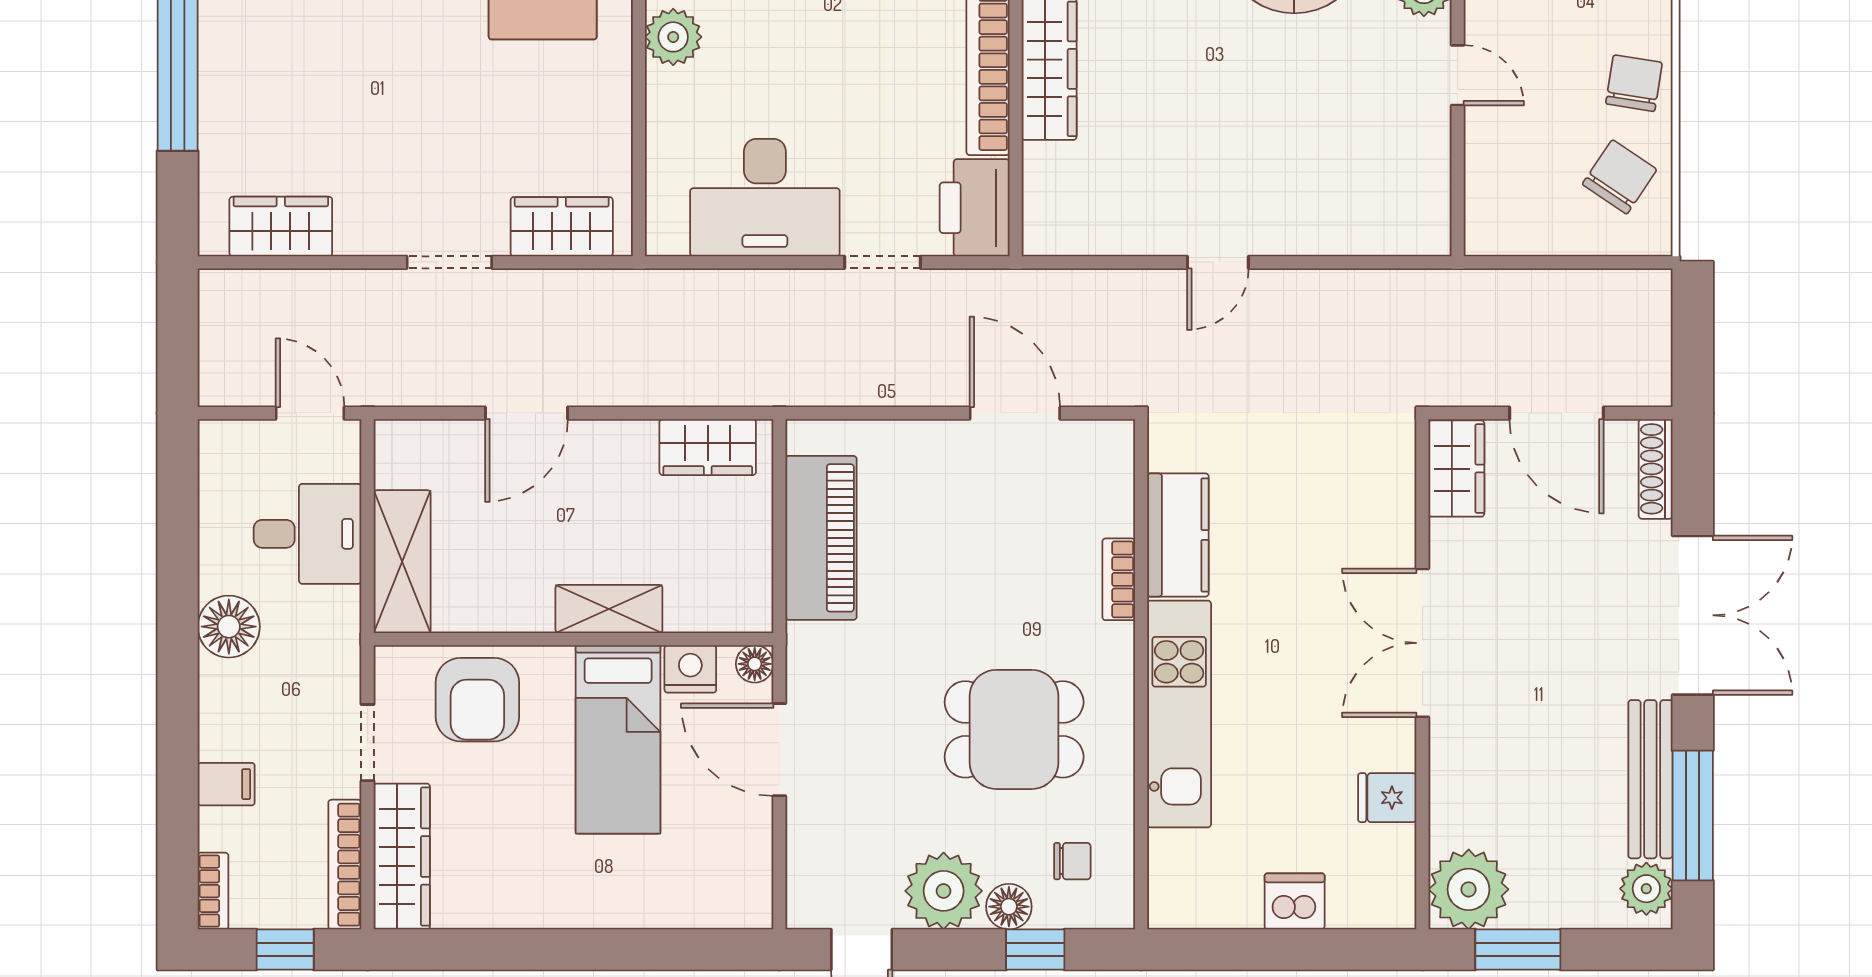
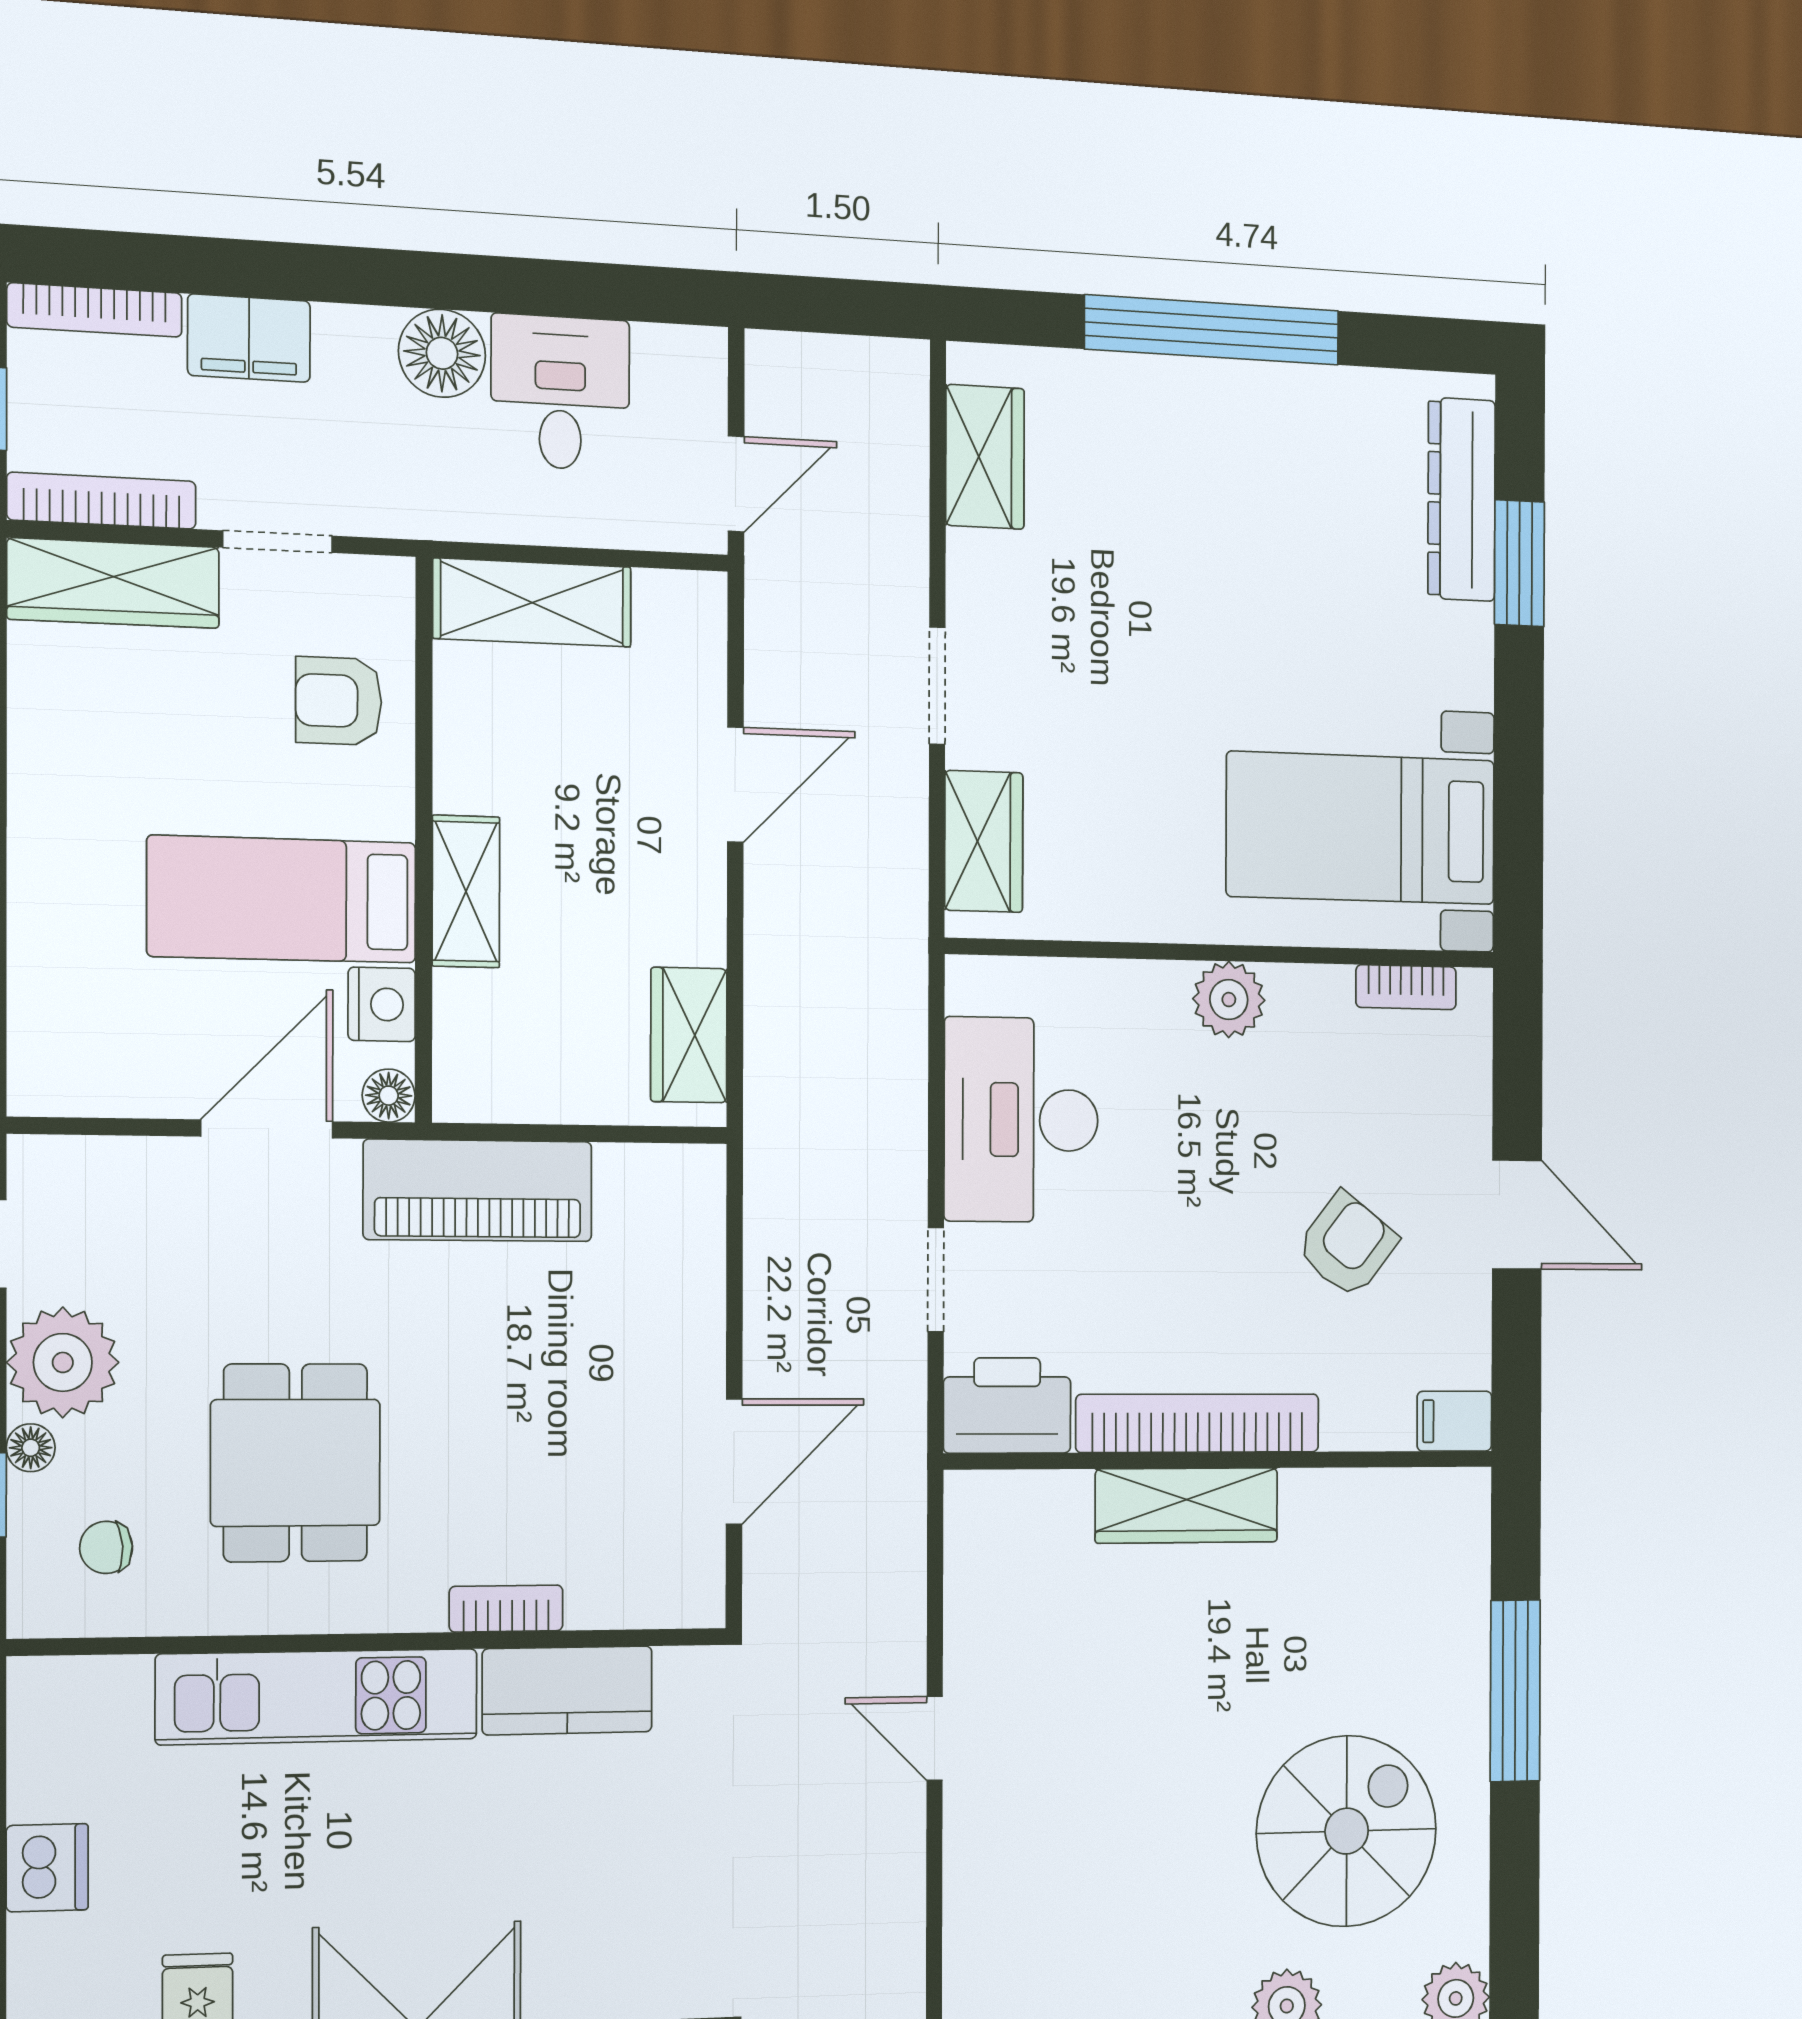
door: (527, 413) -> (735, 785), swing flipped
desk: (308, 534) -> (560, 392), moved, turned 180
piano: (821, 538) -> (478, 1190), moved
armchair: (477, 700) -> (339, 701), width x0.72, depth x0.72
filing cabinet: (226, 784) -> (249, 338), width x2.00
chair: (1072, 861) -> (106, 1547), turned 87
bookcase: (213, 891) -> (95, 310), width x1.56
floor lamp: (1009, 907) -> (31, 1448), width x0.73, depth x0.73

